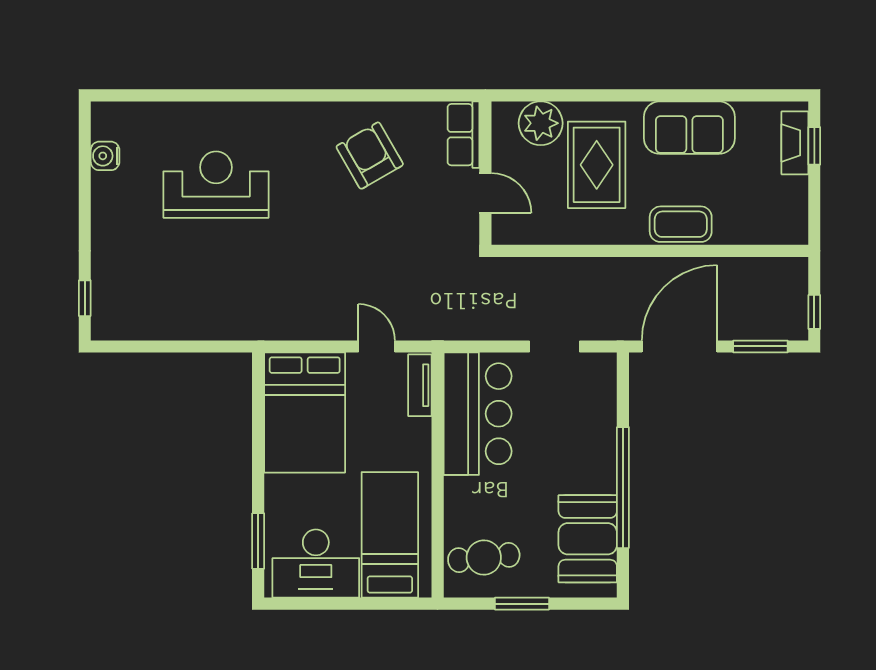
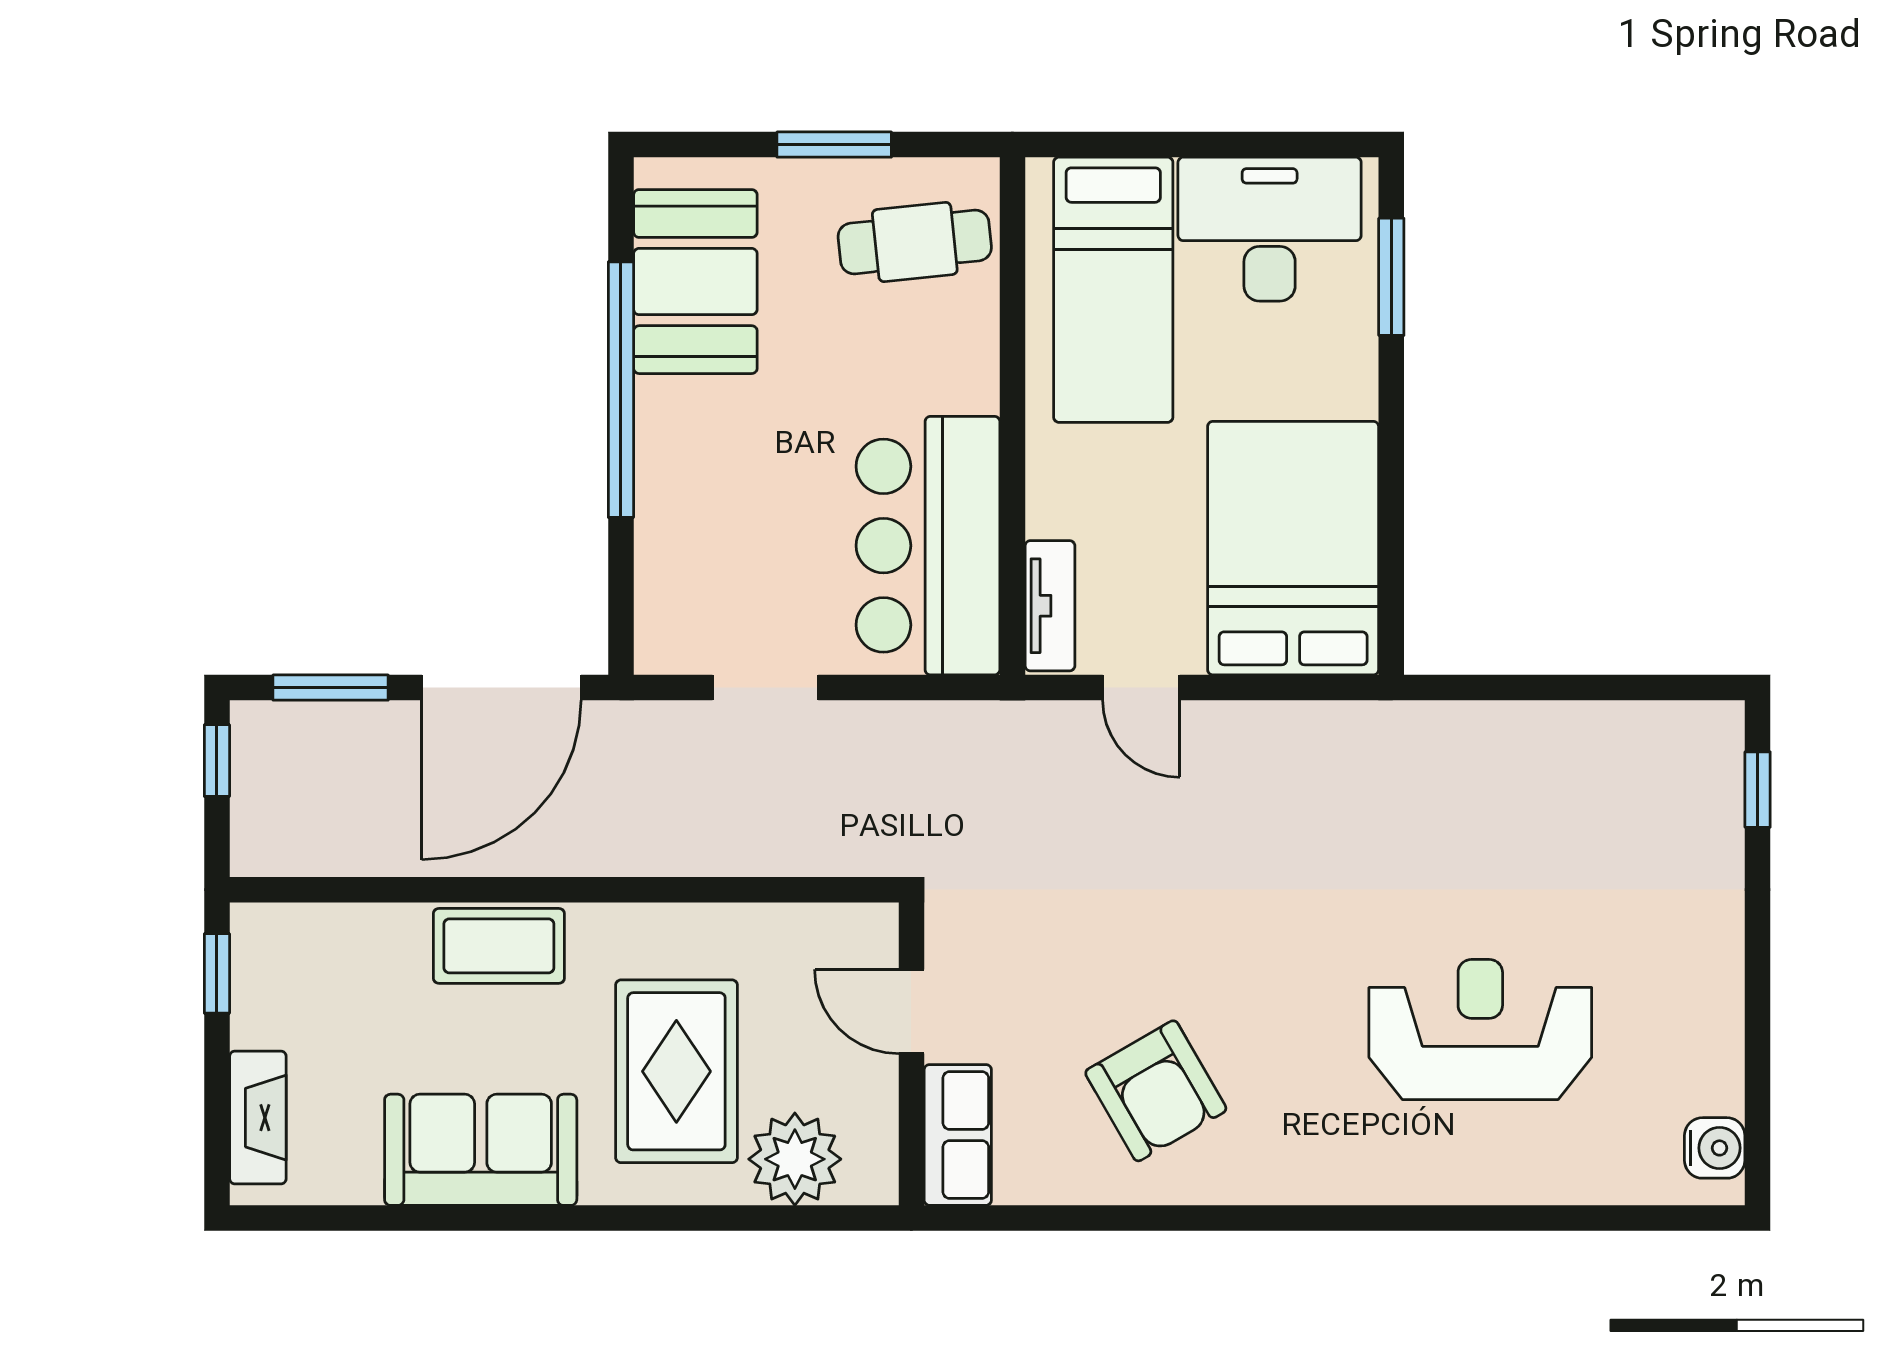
window: (814, 146) -> (217, 973), moved
water cooler: (105, 156) -> (1715, 1148), moved
reception desk: (216, 185) -> (1480, 1029), turned 180

